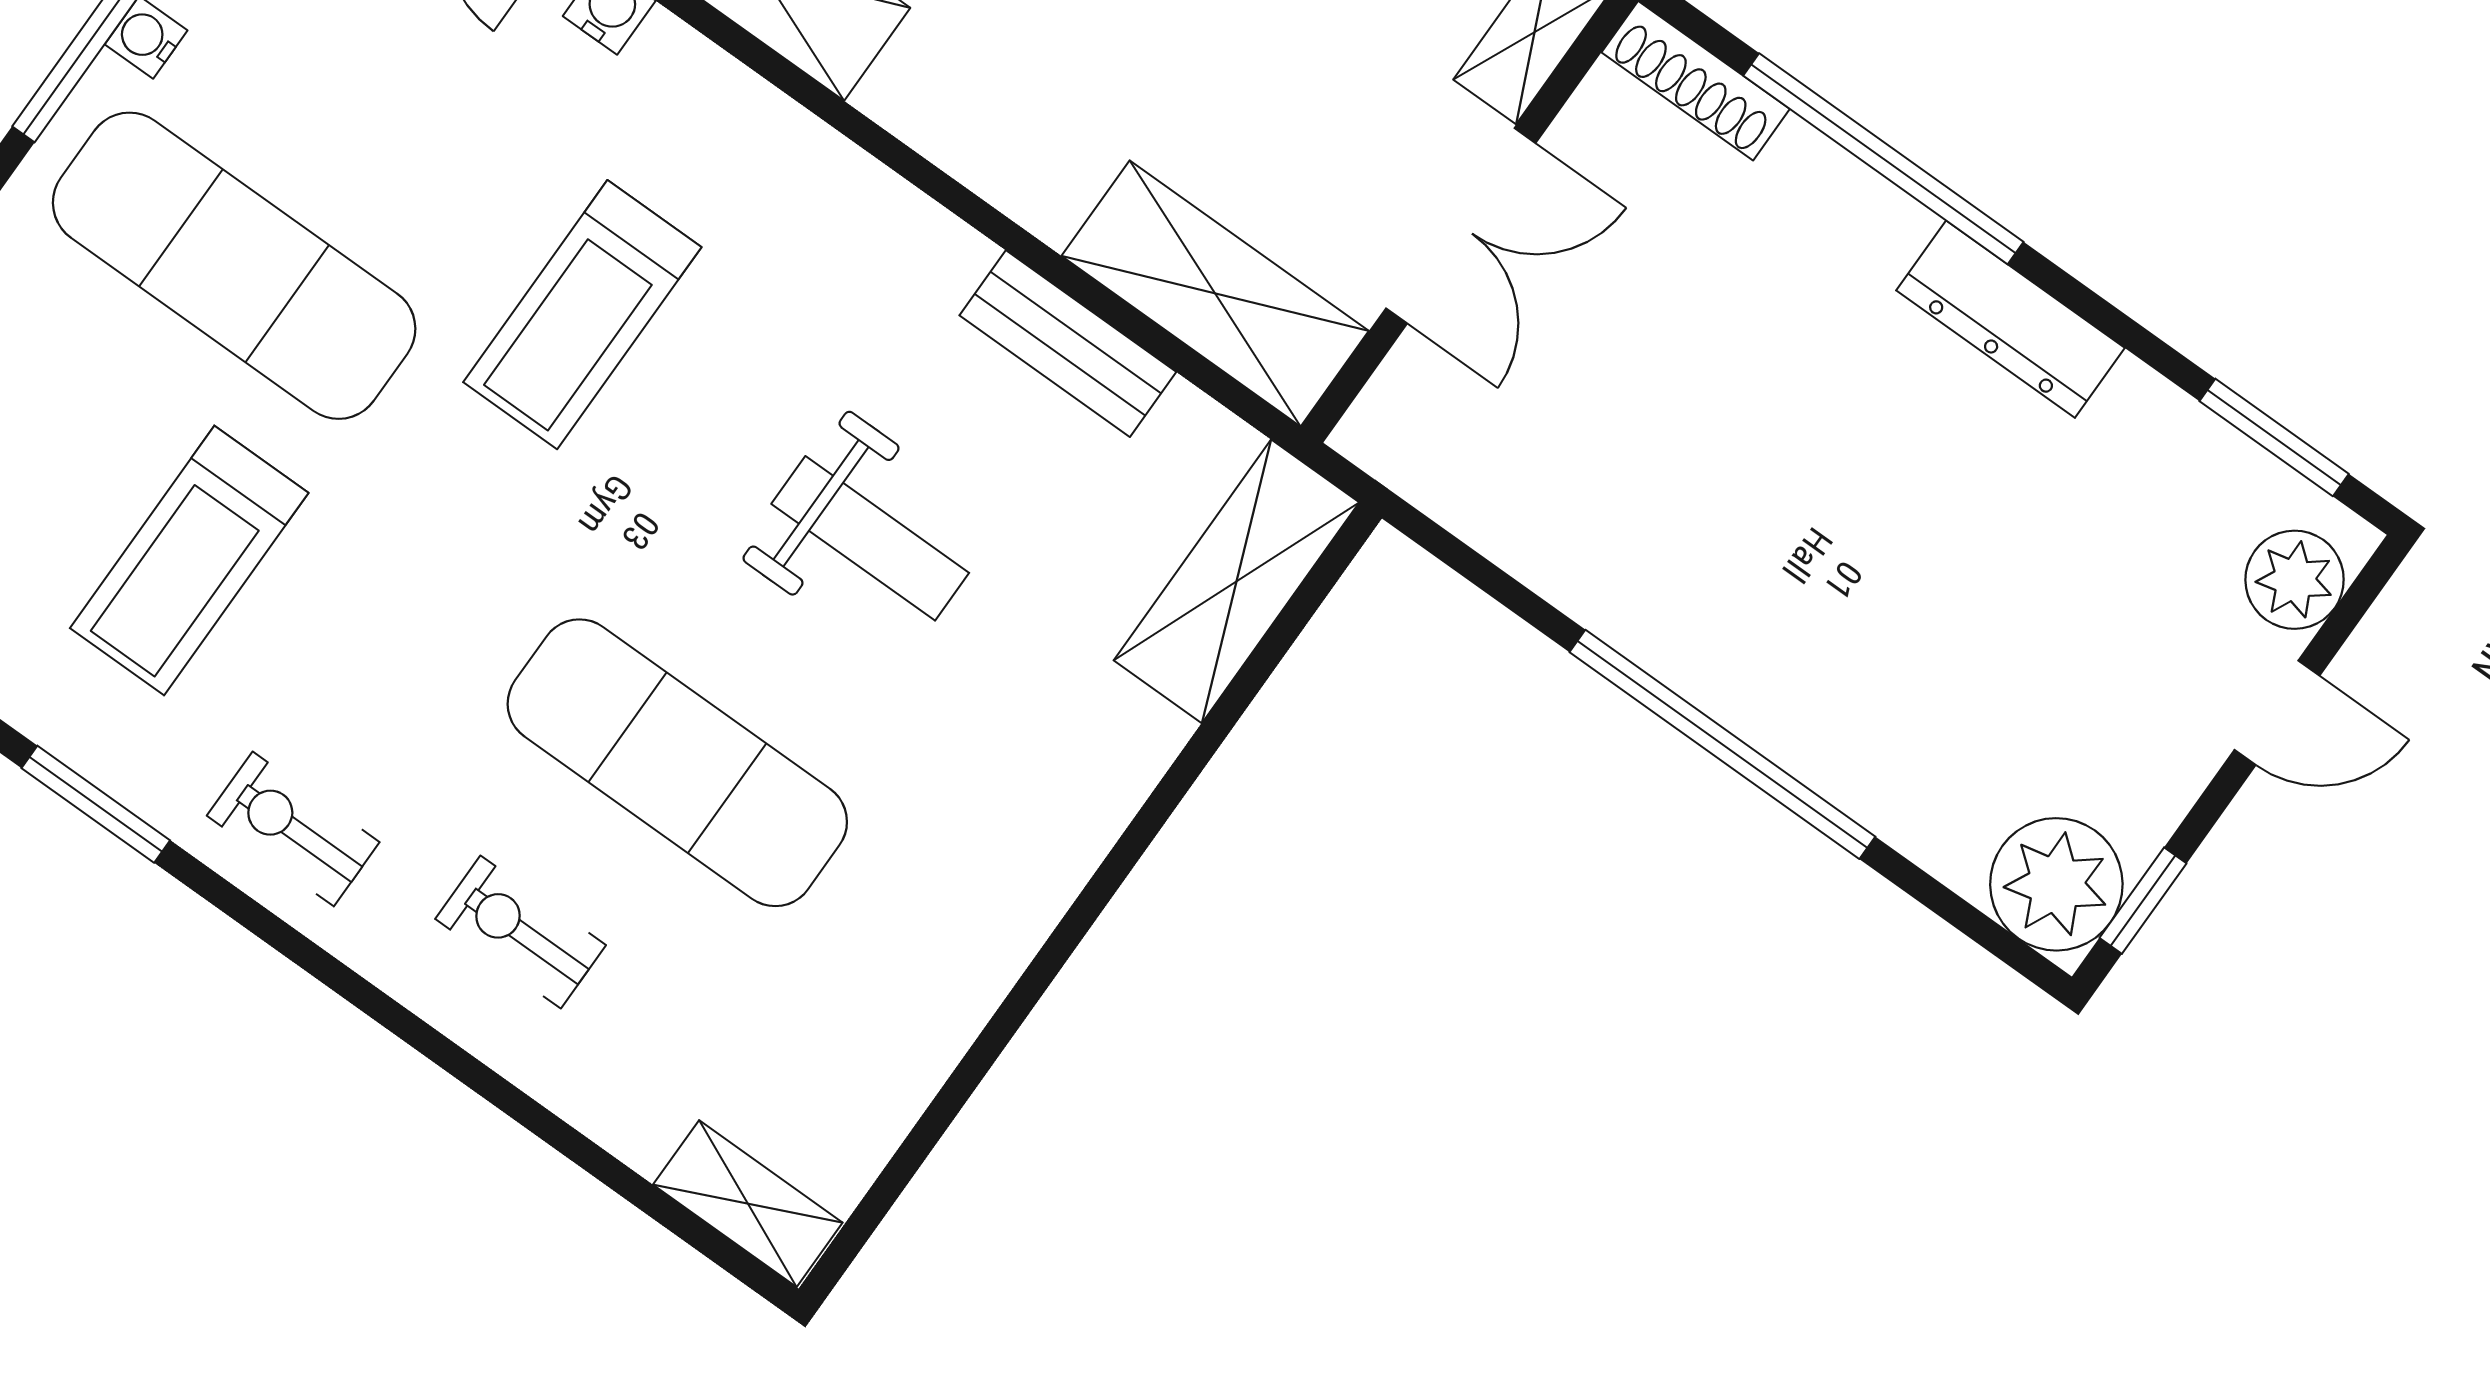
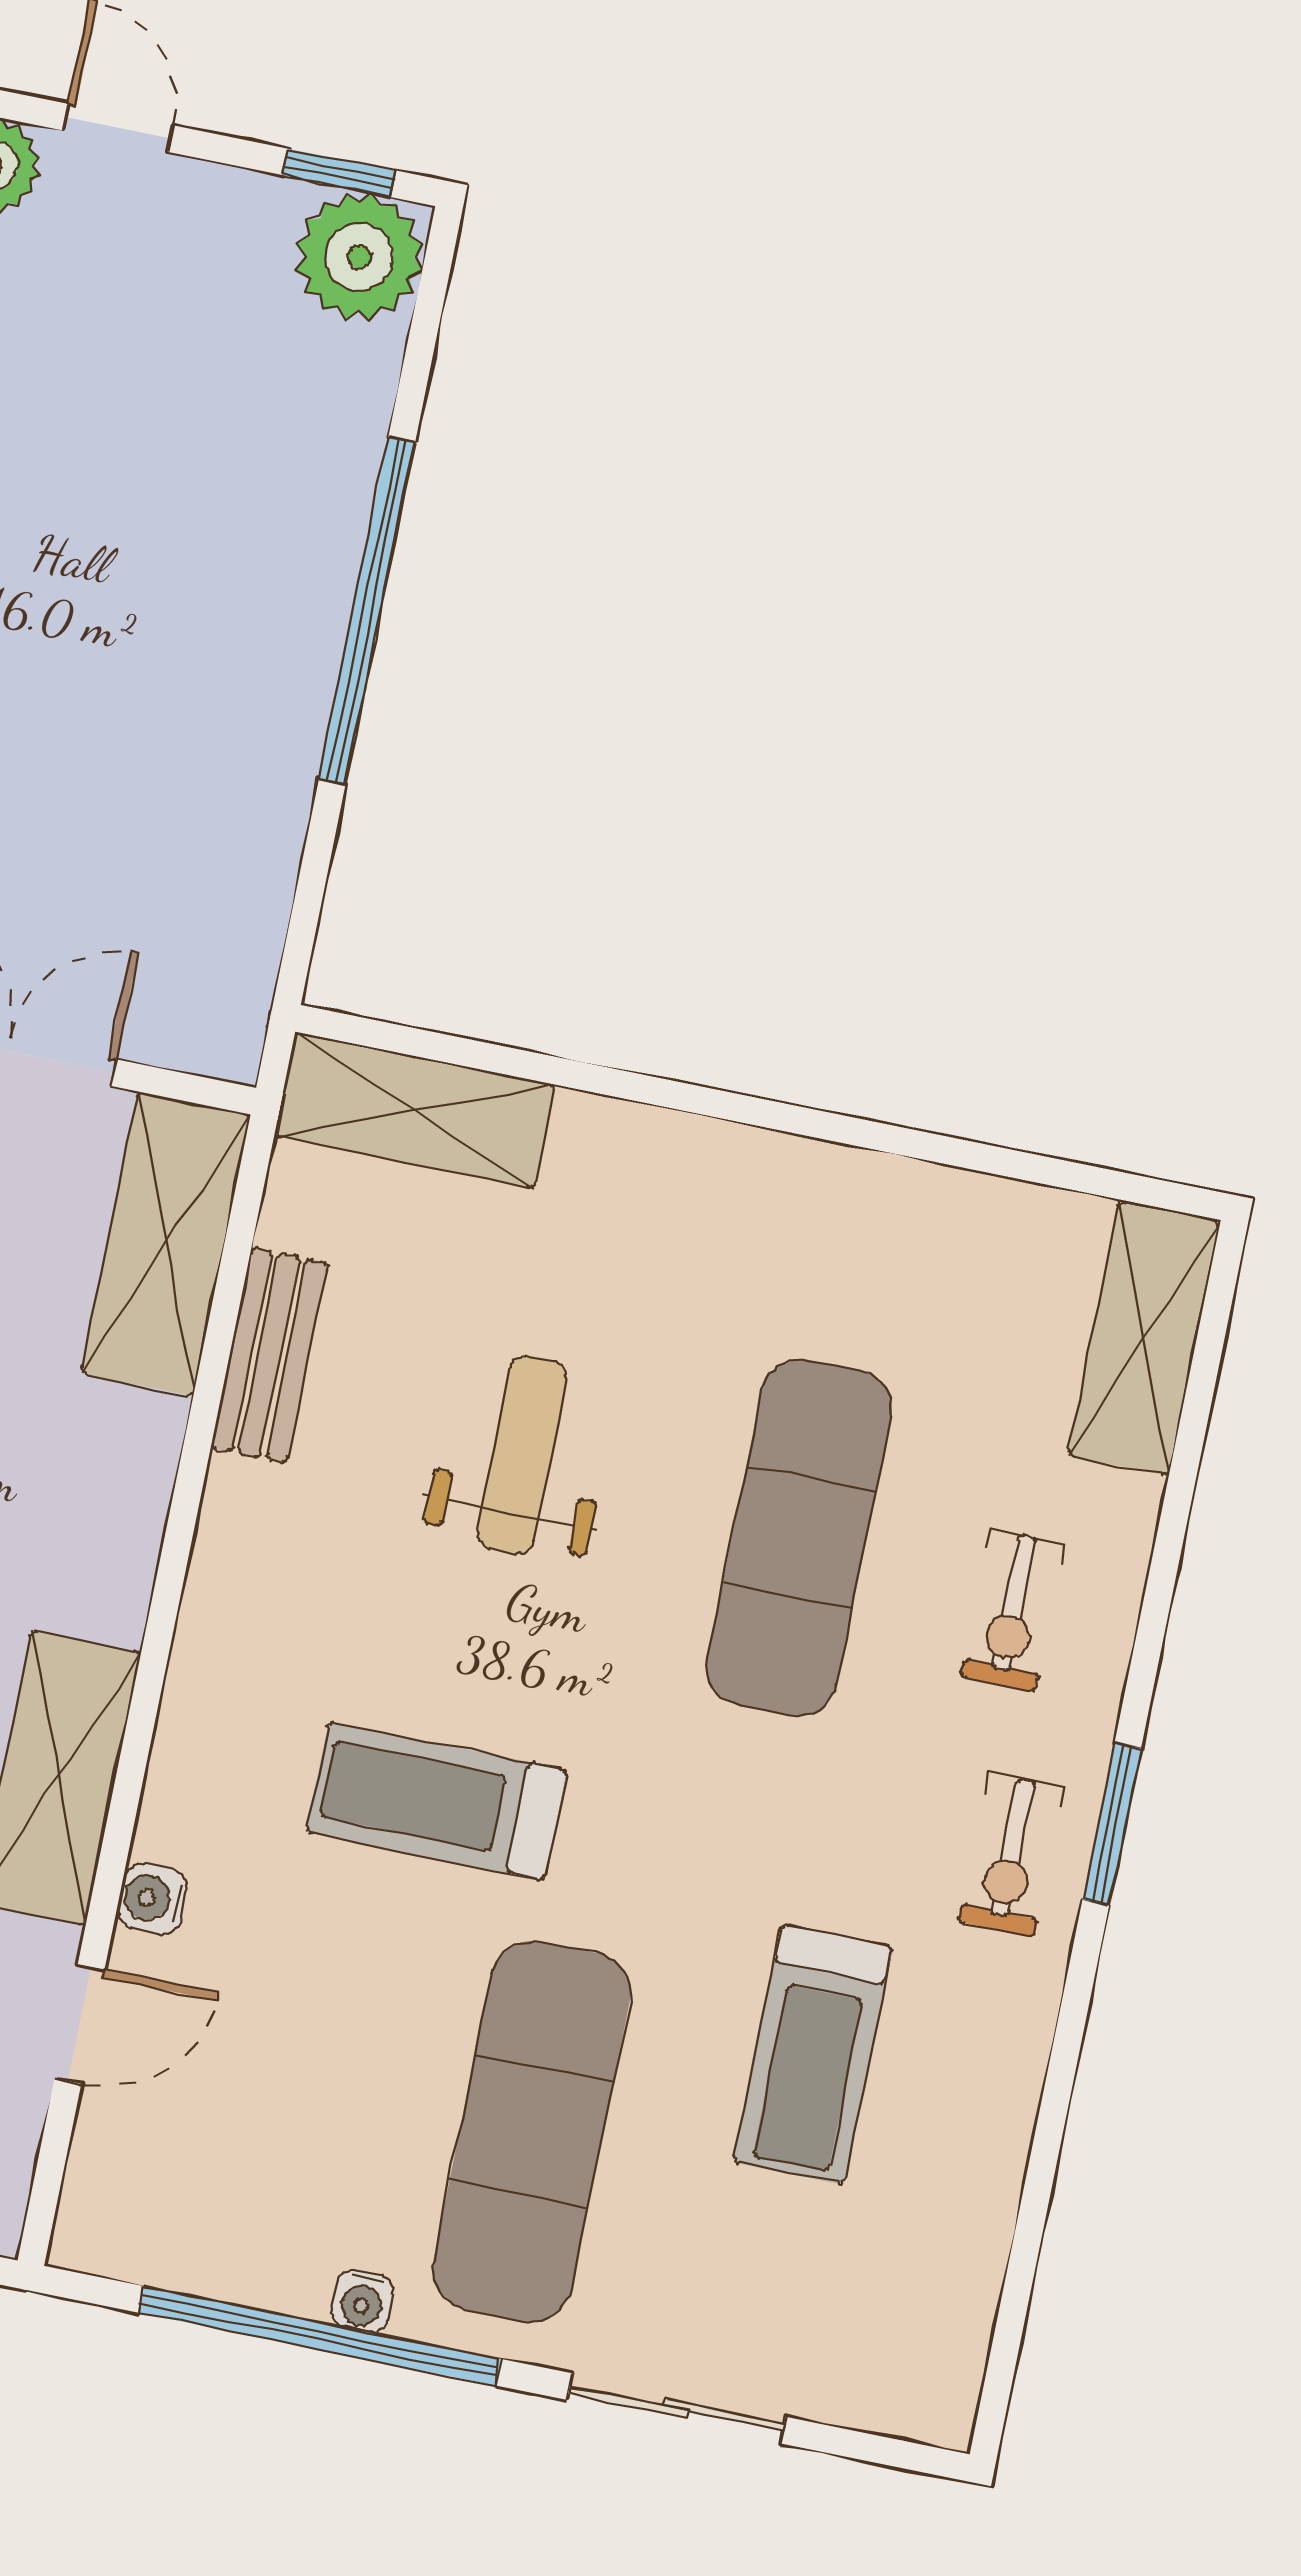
treadmill: (582, 315) -> (437, 1801), turned 180
treadmill: (189, 561) -> (813, 2054), turned 90
window: (96, 804) -> (1112, 1824), moved
shelving: (748, 1204) -> (1144, 1339), width x1.50, depth x1.33

